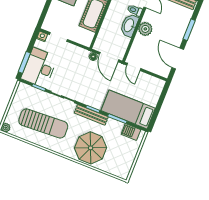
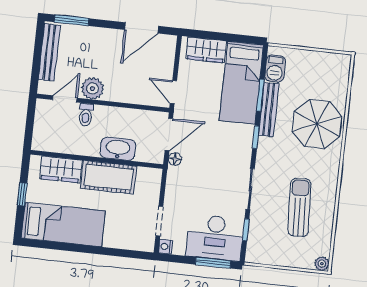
washbasin: (129, 25) -> (118, 149), moved, turned 180
plant: (145, 29) -> (92, 89), moved
window: (189, 30) -> (72, 20), moved
door: (134, 67) -> (173, 92), swing flipped
wardrobe: (154, 94) -> (206, 50), added
bench: (91, 115) -> (269, 110), moved
sun lounger: (43, 124) -> (299, 207), width x0.73, depth x0.75

